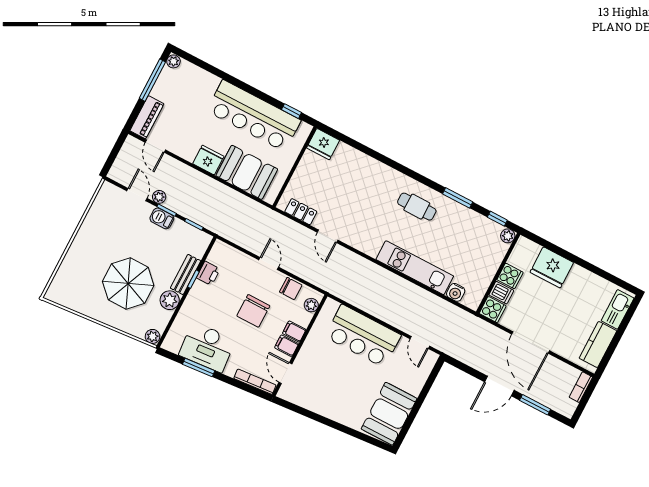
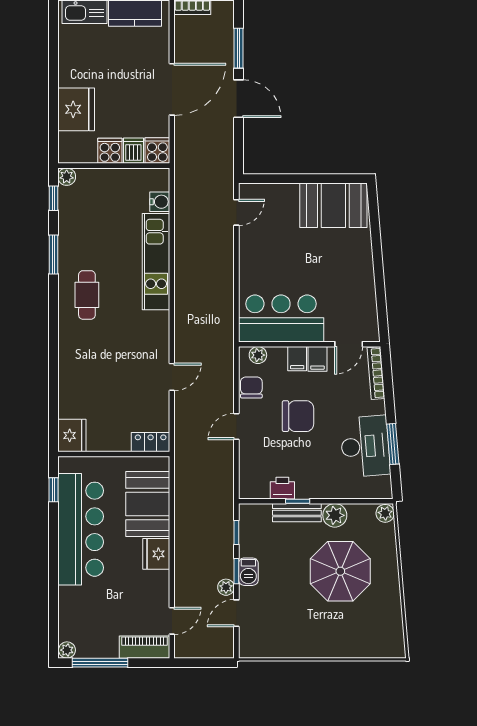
locker: (301, 212) -> (151, 442), moved, turned 90
bar counter: (363, 336) -> (281, 318), moved, turned -90

